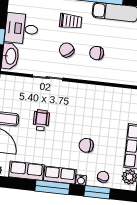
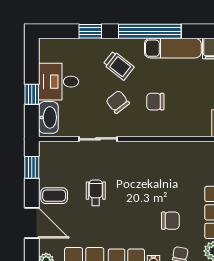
trolley: (71, 21) -> (119, 66), turned 38
chair: (86, 145) -> (170, 221), moved, turned 180

